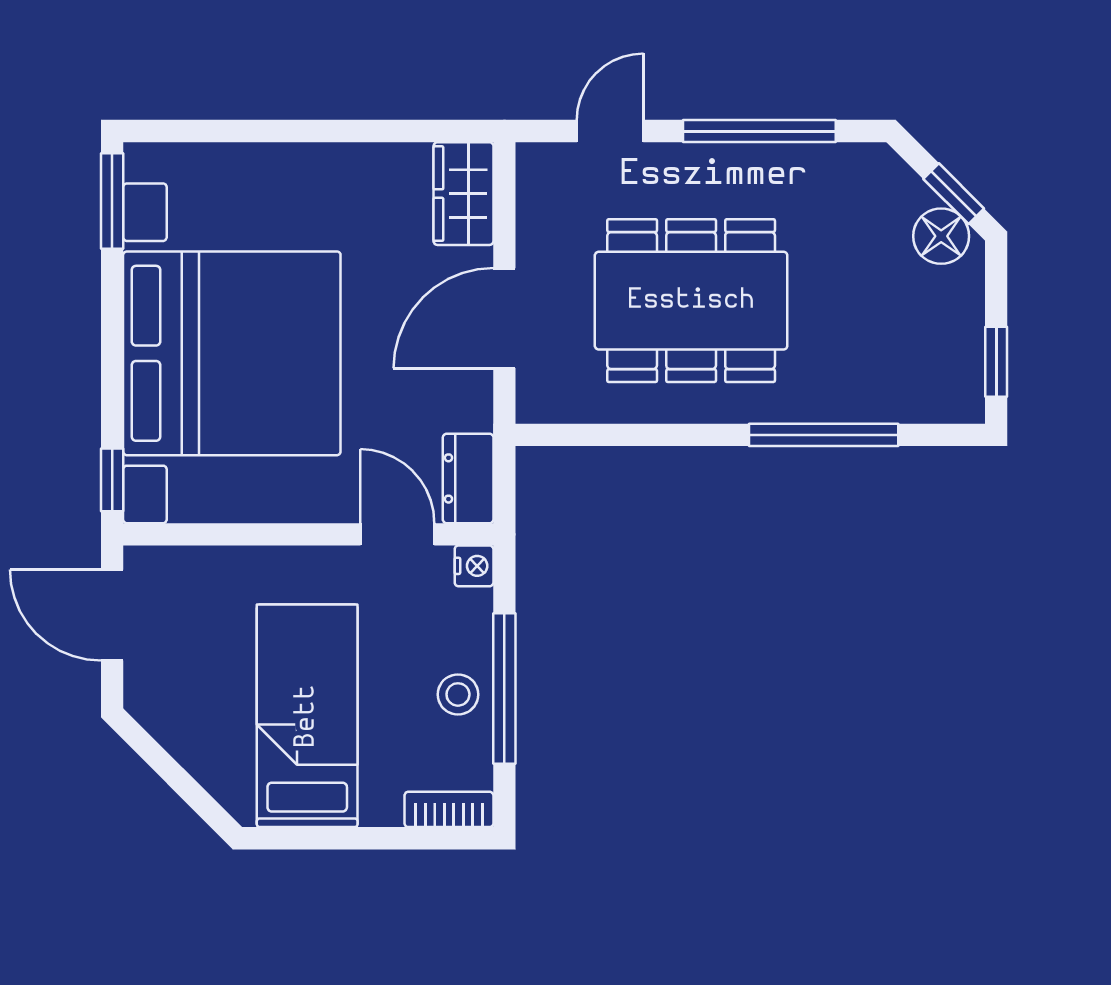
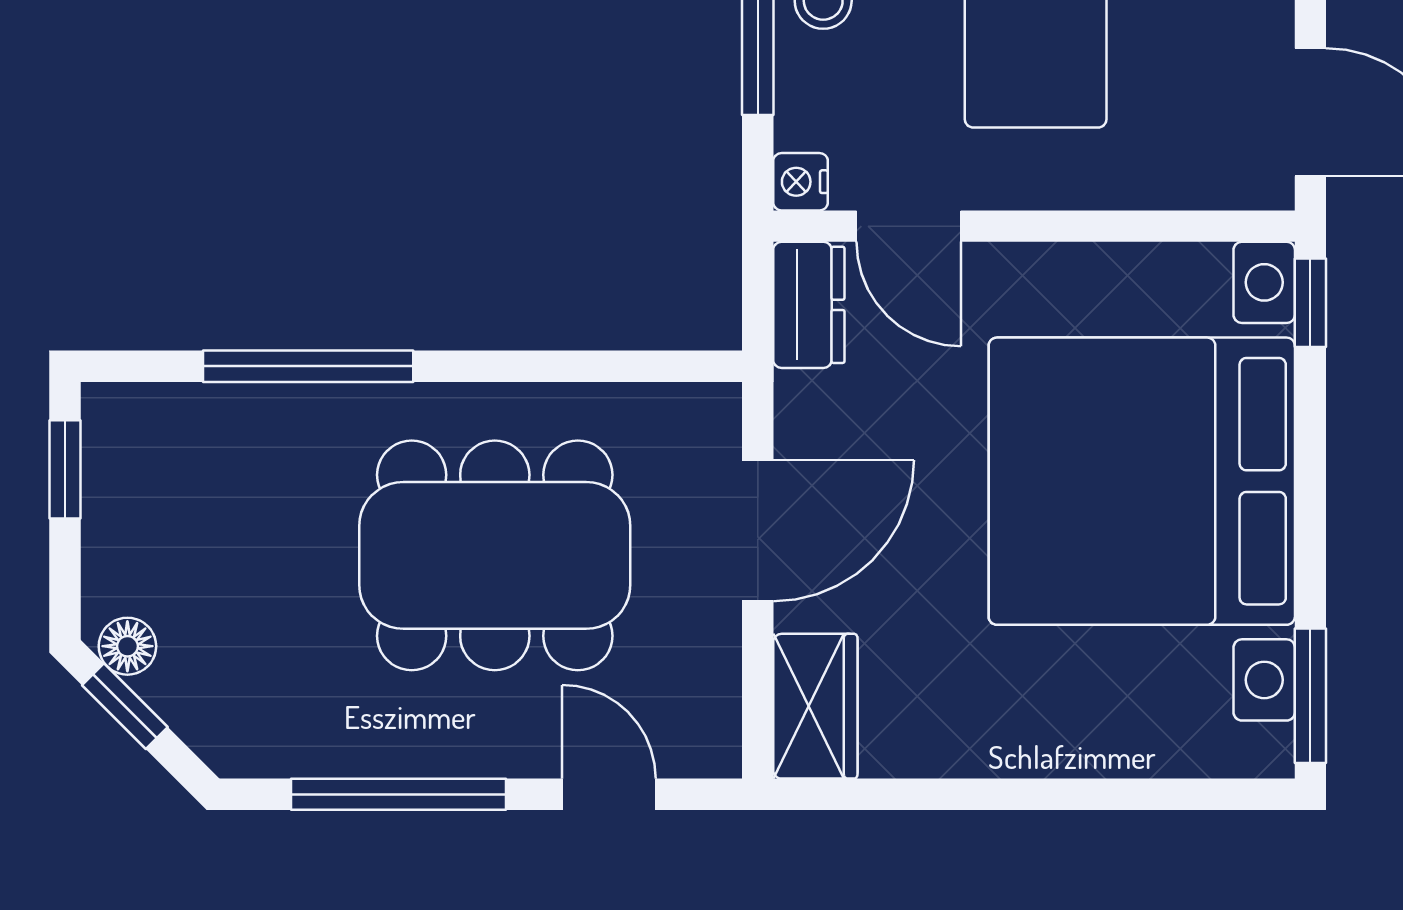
door: (610, 131) -> (609, 794), swing flipped
floor lamp: (941, 236) -> (127, 646), width x0.73, depth x0.73

